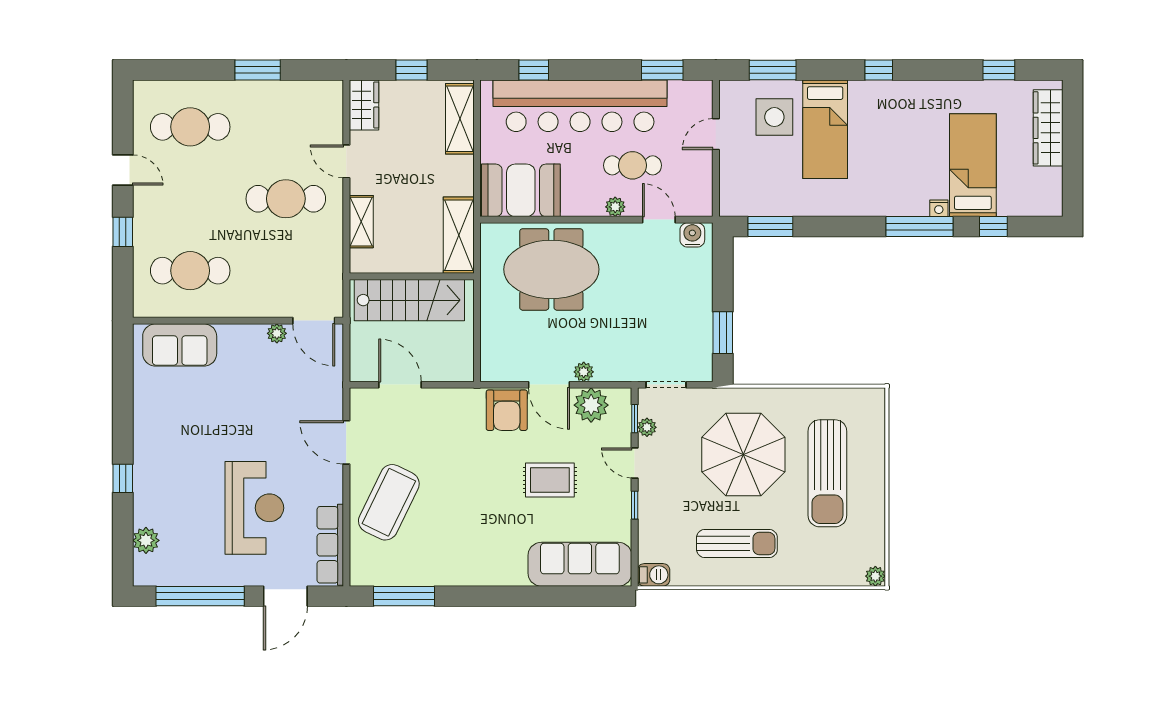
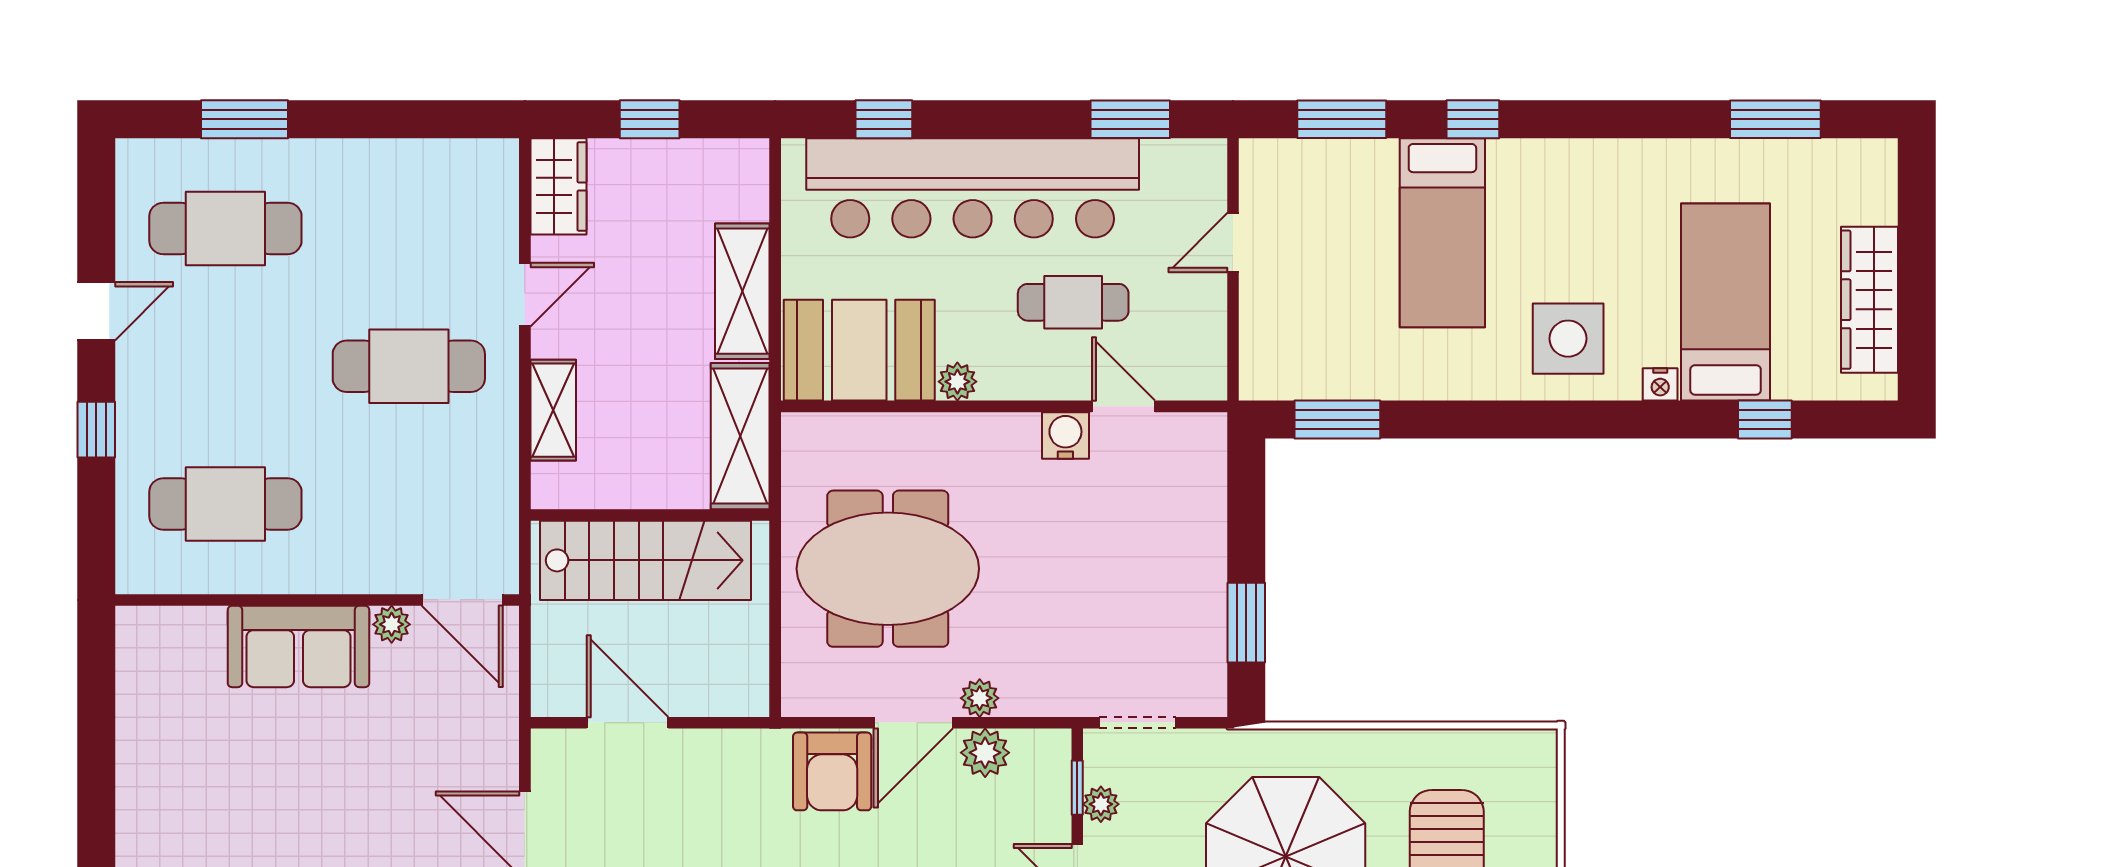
window: (258, 70) -> (244, 119), moved
window: (879, 70) -> (1473, 119), moved
window: (999, 70) -> (1775, 119), width x1.50
side table: (774, 117) -> (1568, 339), moved
shelving: (460, 119) -> (742, 291), moved
wardrobe: (1048, 128) -> (1870, 300), moved
door: (346, 161) -> (525, 295), swing flipped
door: (123, 170) -> (96, 311), hinge flipped
plant: (615, 207) -> (957, 382), moved
window: (919, 227) -> (1623, 420), removed
water cooler: (692, 235) -> (1065, 435), moved
meeting table: (551, 269) -> (888, 569), moved
sofa: (180, 345) -> (299, 646), moved
door: (549, 385) -> (913, 723), hinge flipped
plant: (591, 405) -> (985, 753), width x0.73, depth x0.73

